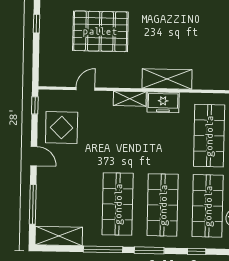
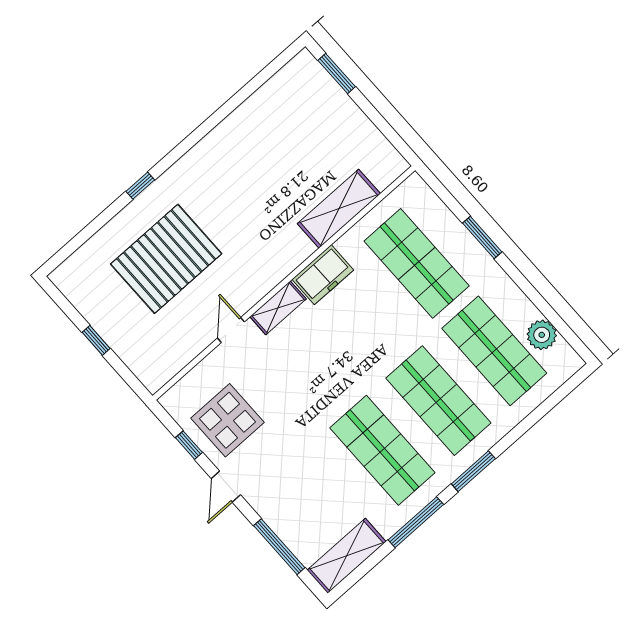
window: (37, 24) -> (96, 340), moved
shelving: (167, 79) -> (339, 209), moved
door: (85, 89) -> (231, 330), moved
window: (35, 105) -> (189, 445), moved
door: (34, 156) -> (226, 487), swing flipped
window: (197, 251) -> (532, 419), removed

